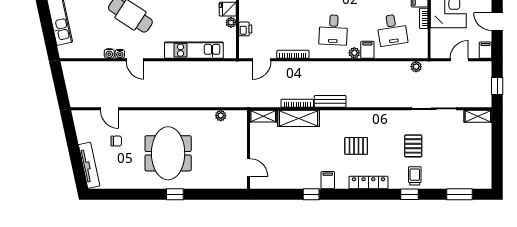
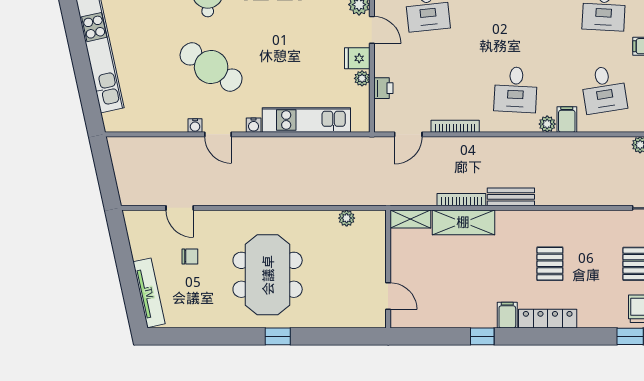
water cooler: (109, 54) -> (254, 125), moved
pallet: (356, 146) -> (550, 264), turned 90
locker: (368, 182) -> (548, 319), moved

